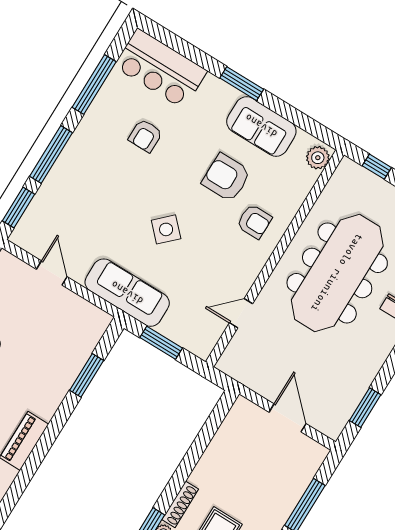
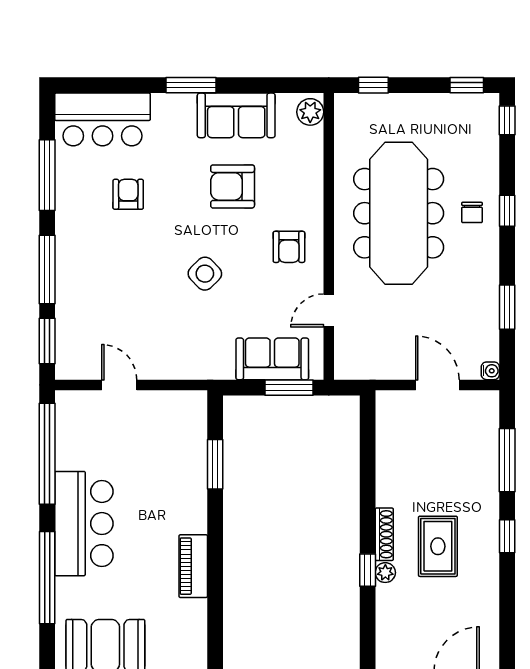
armchair: (145, 136) -> (128, 194), turned 180
armchair: (254, 222) -> (289, 247), moved, turned 90
sofa: (127, 293) -> (272, 359), moved, width x0.73
window: (161, 343) -> (289, 388), moved
window: (365, 408) -> (507, 307), moved
water cooler: (333, 432) -> (490, 371), added

